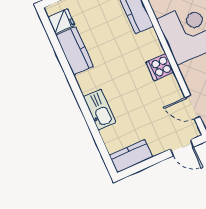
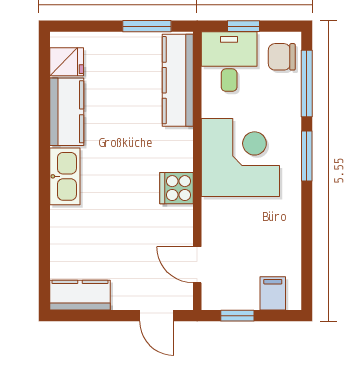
kitchen sink: (100, 110) -> (65, 176), moved

